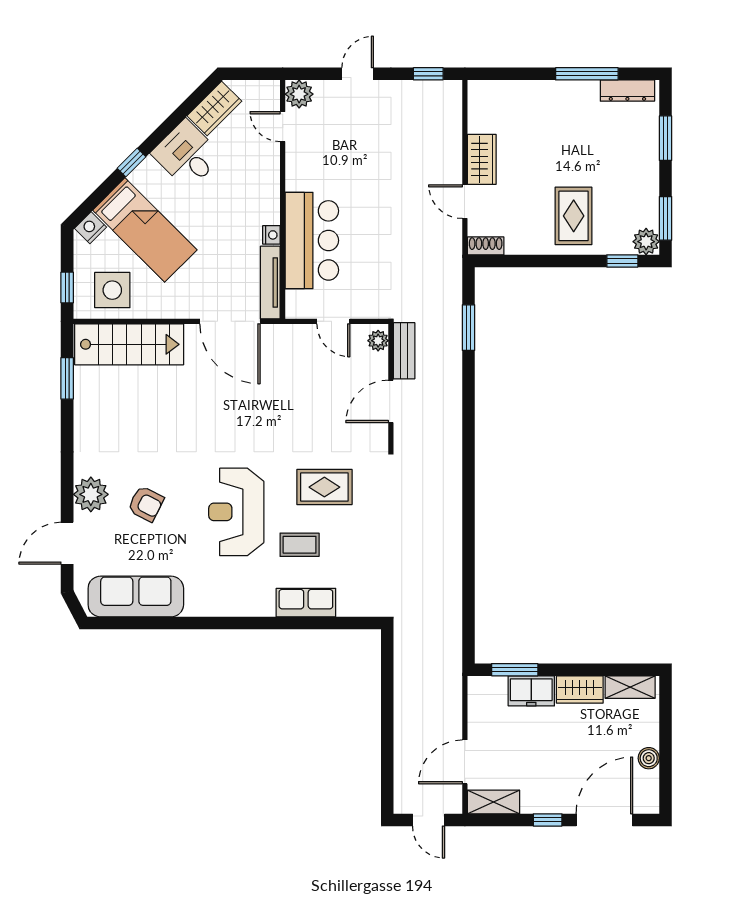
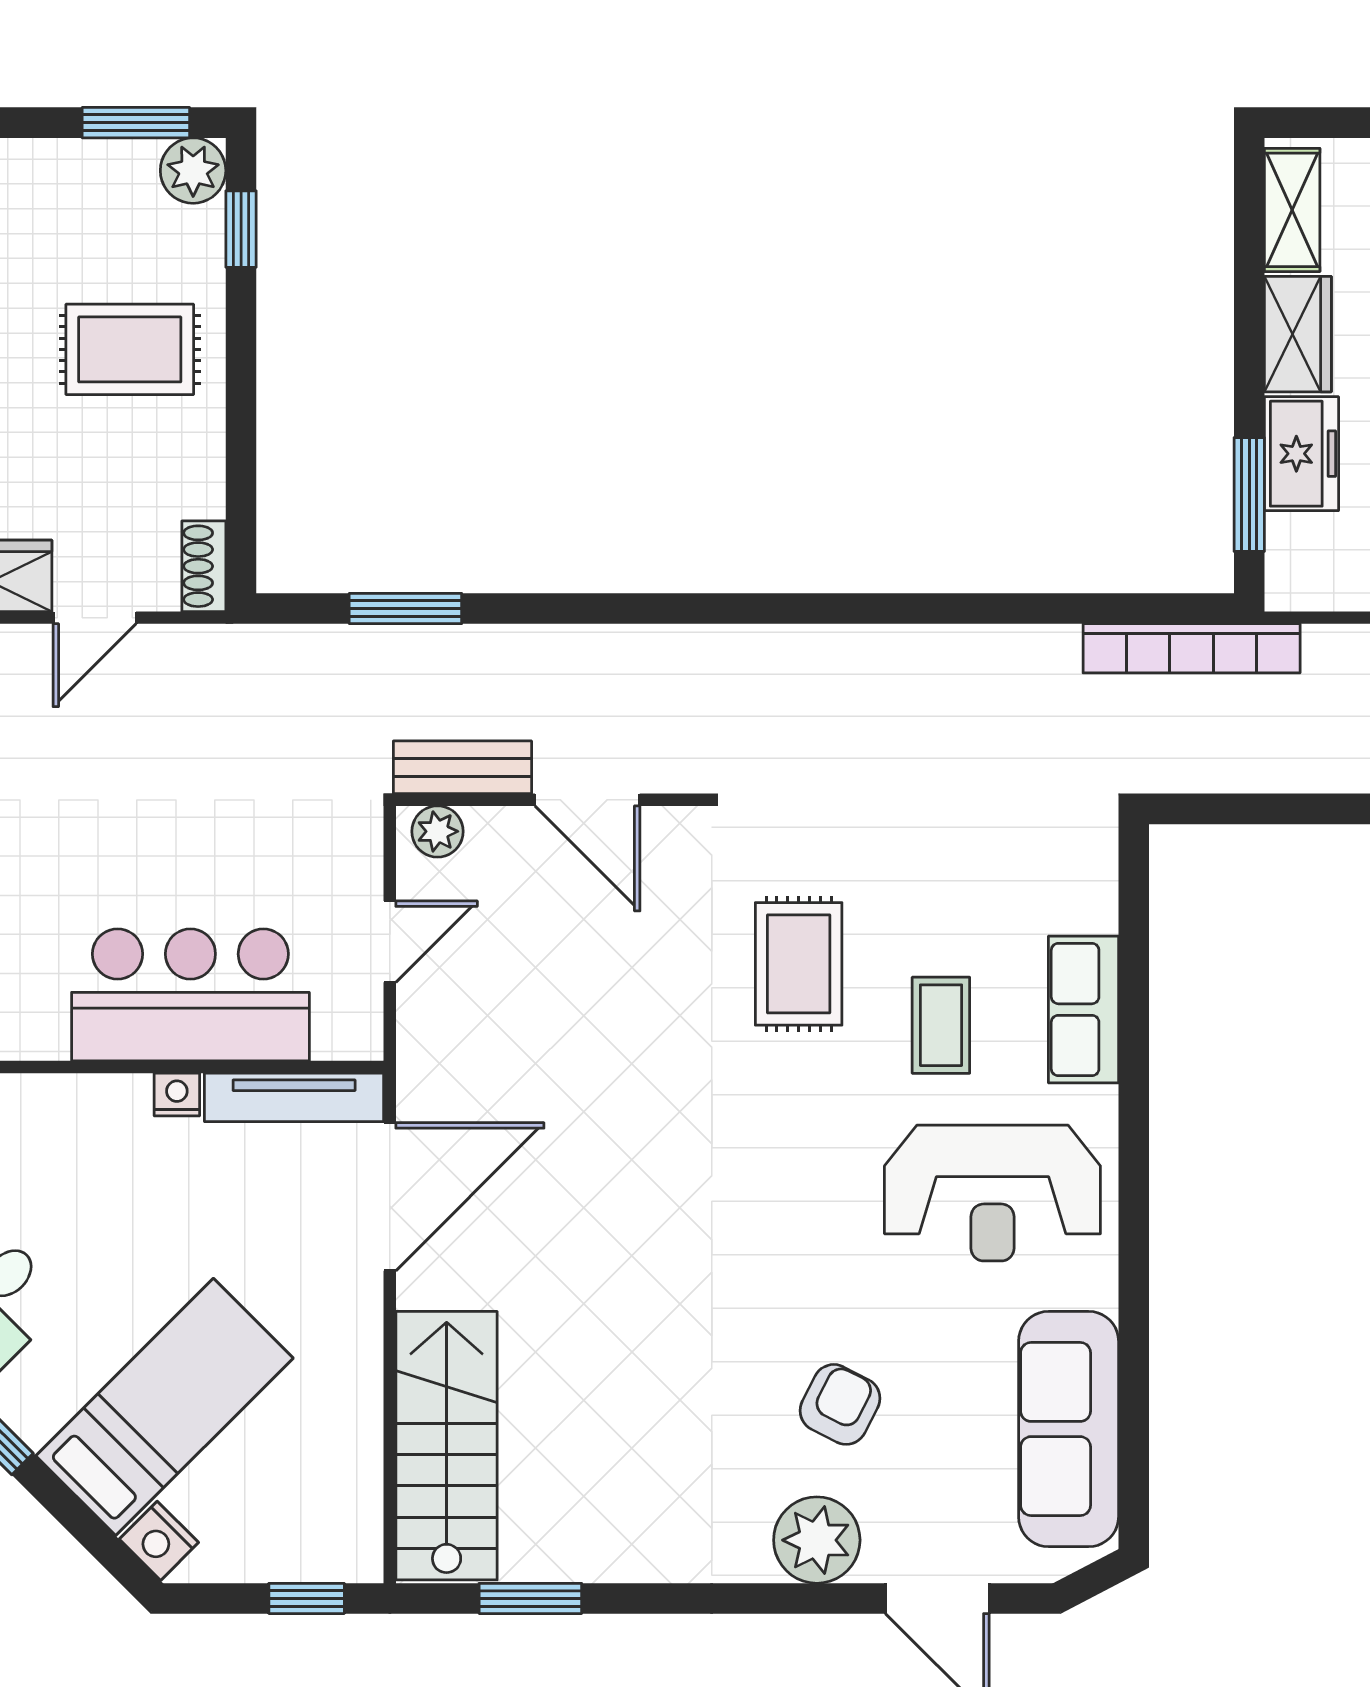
side table: (112, 290) -> (313, 1487), removed
reception desk: (236, 512) -> (992, 1193), moved
bookcase: (452, 646) -> (1192, 648), added

